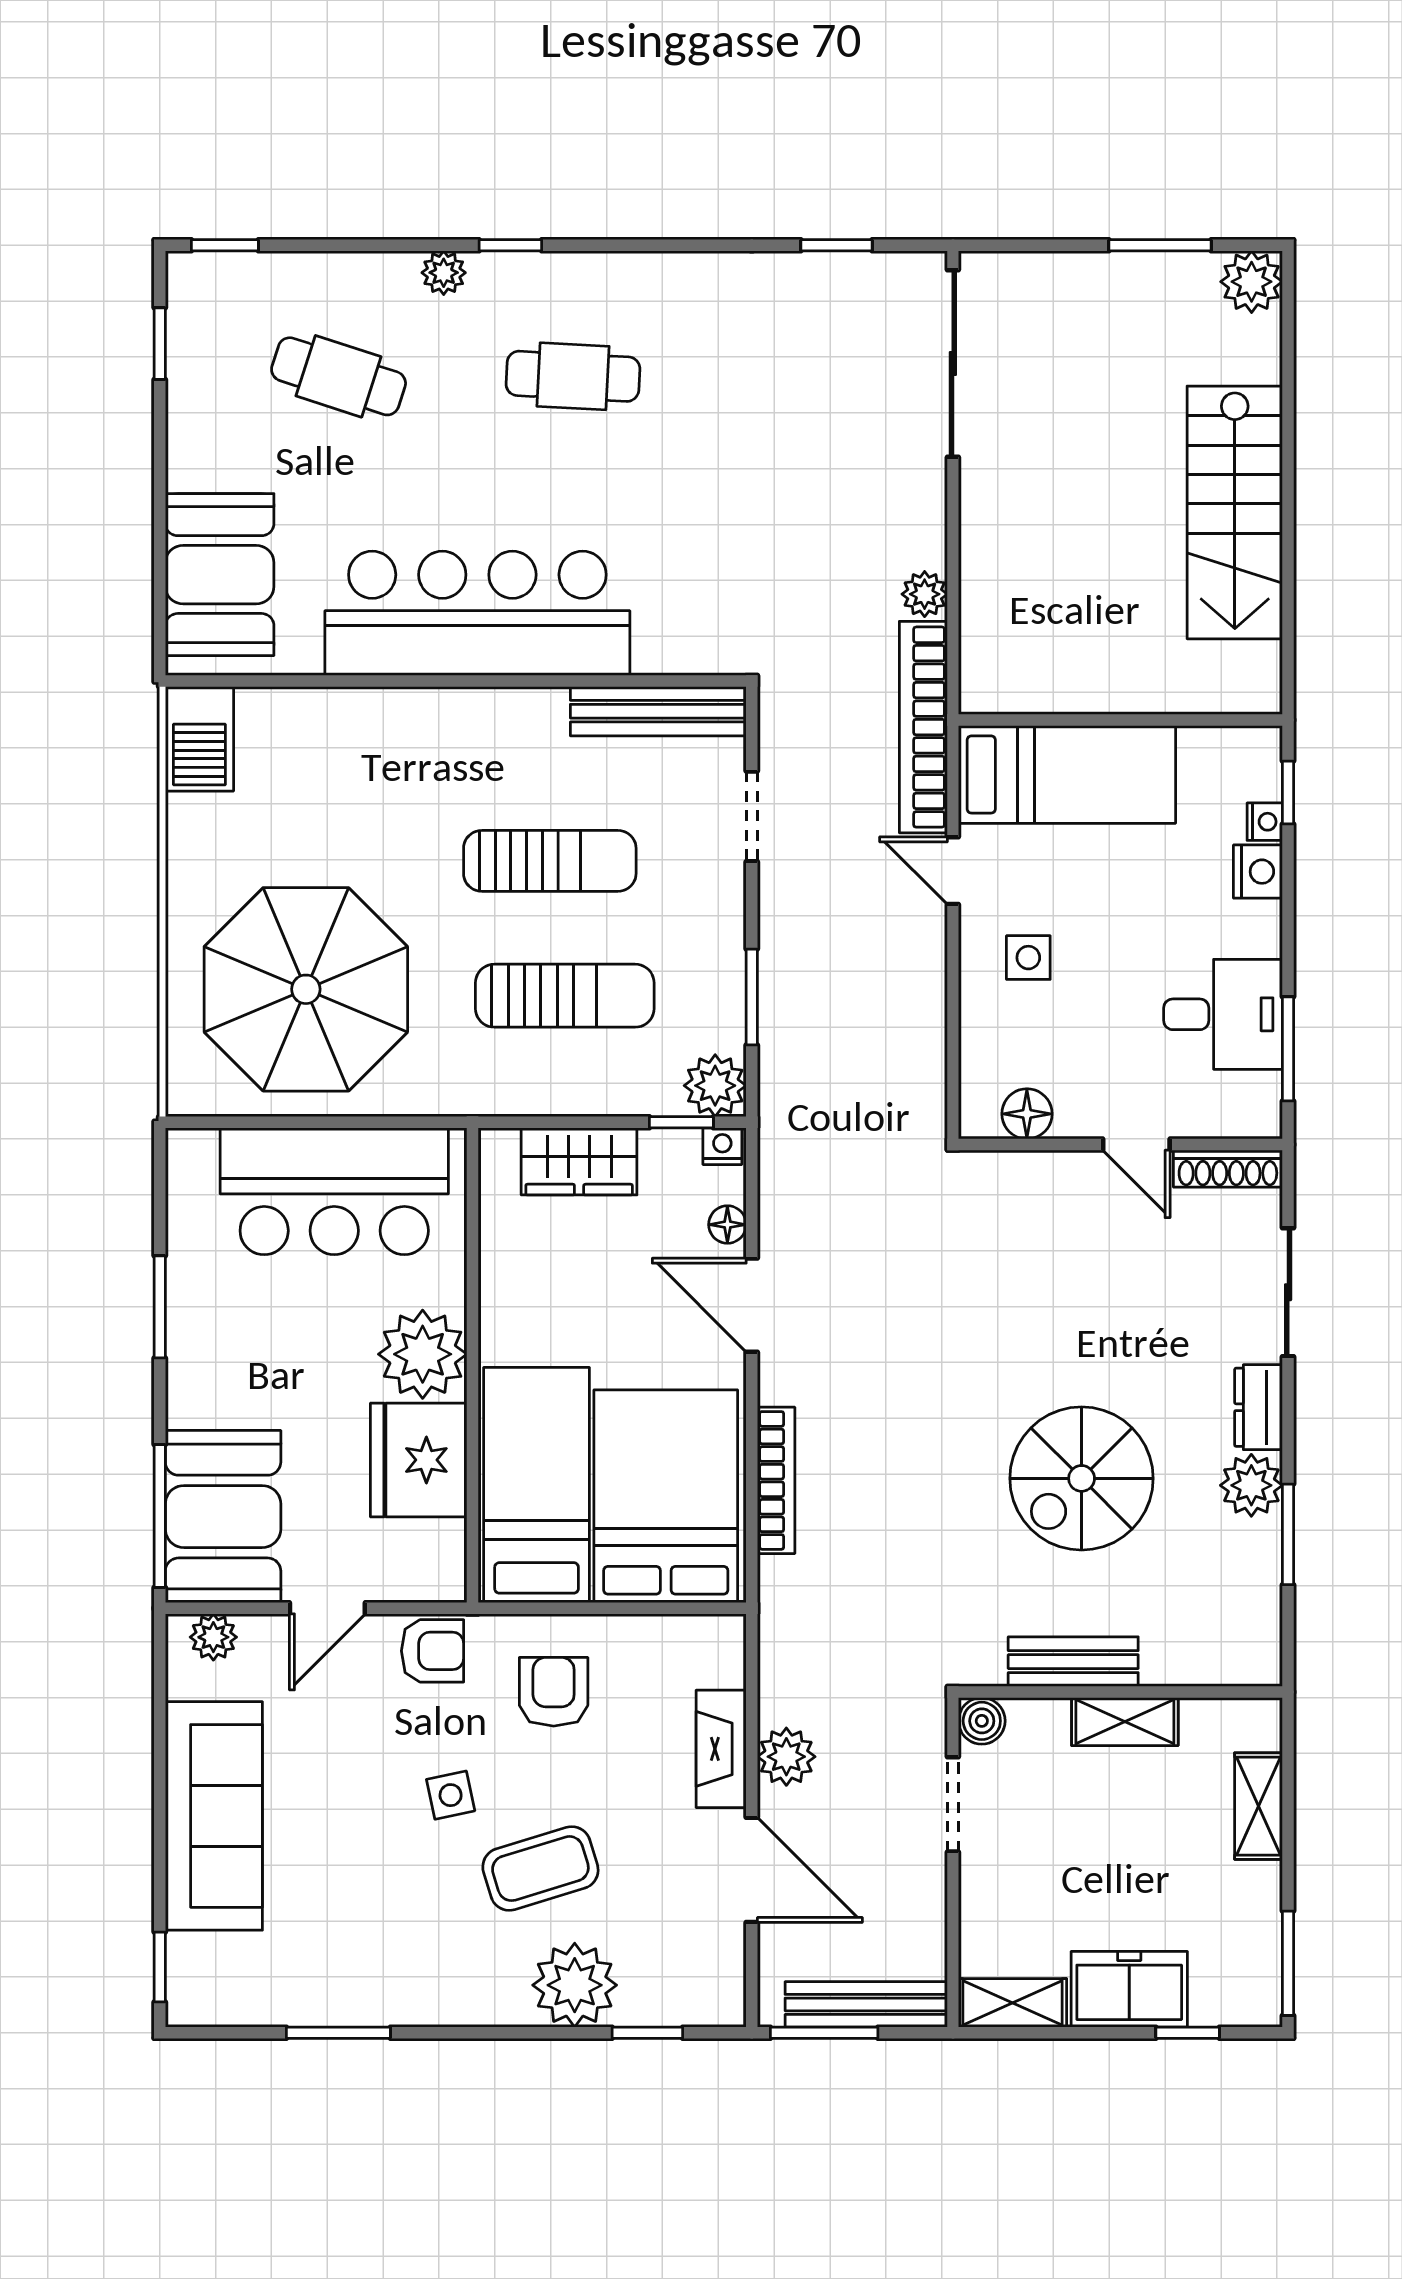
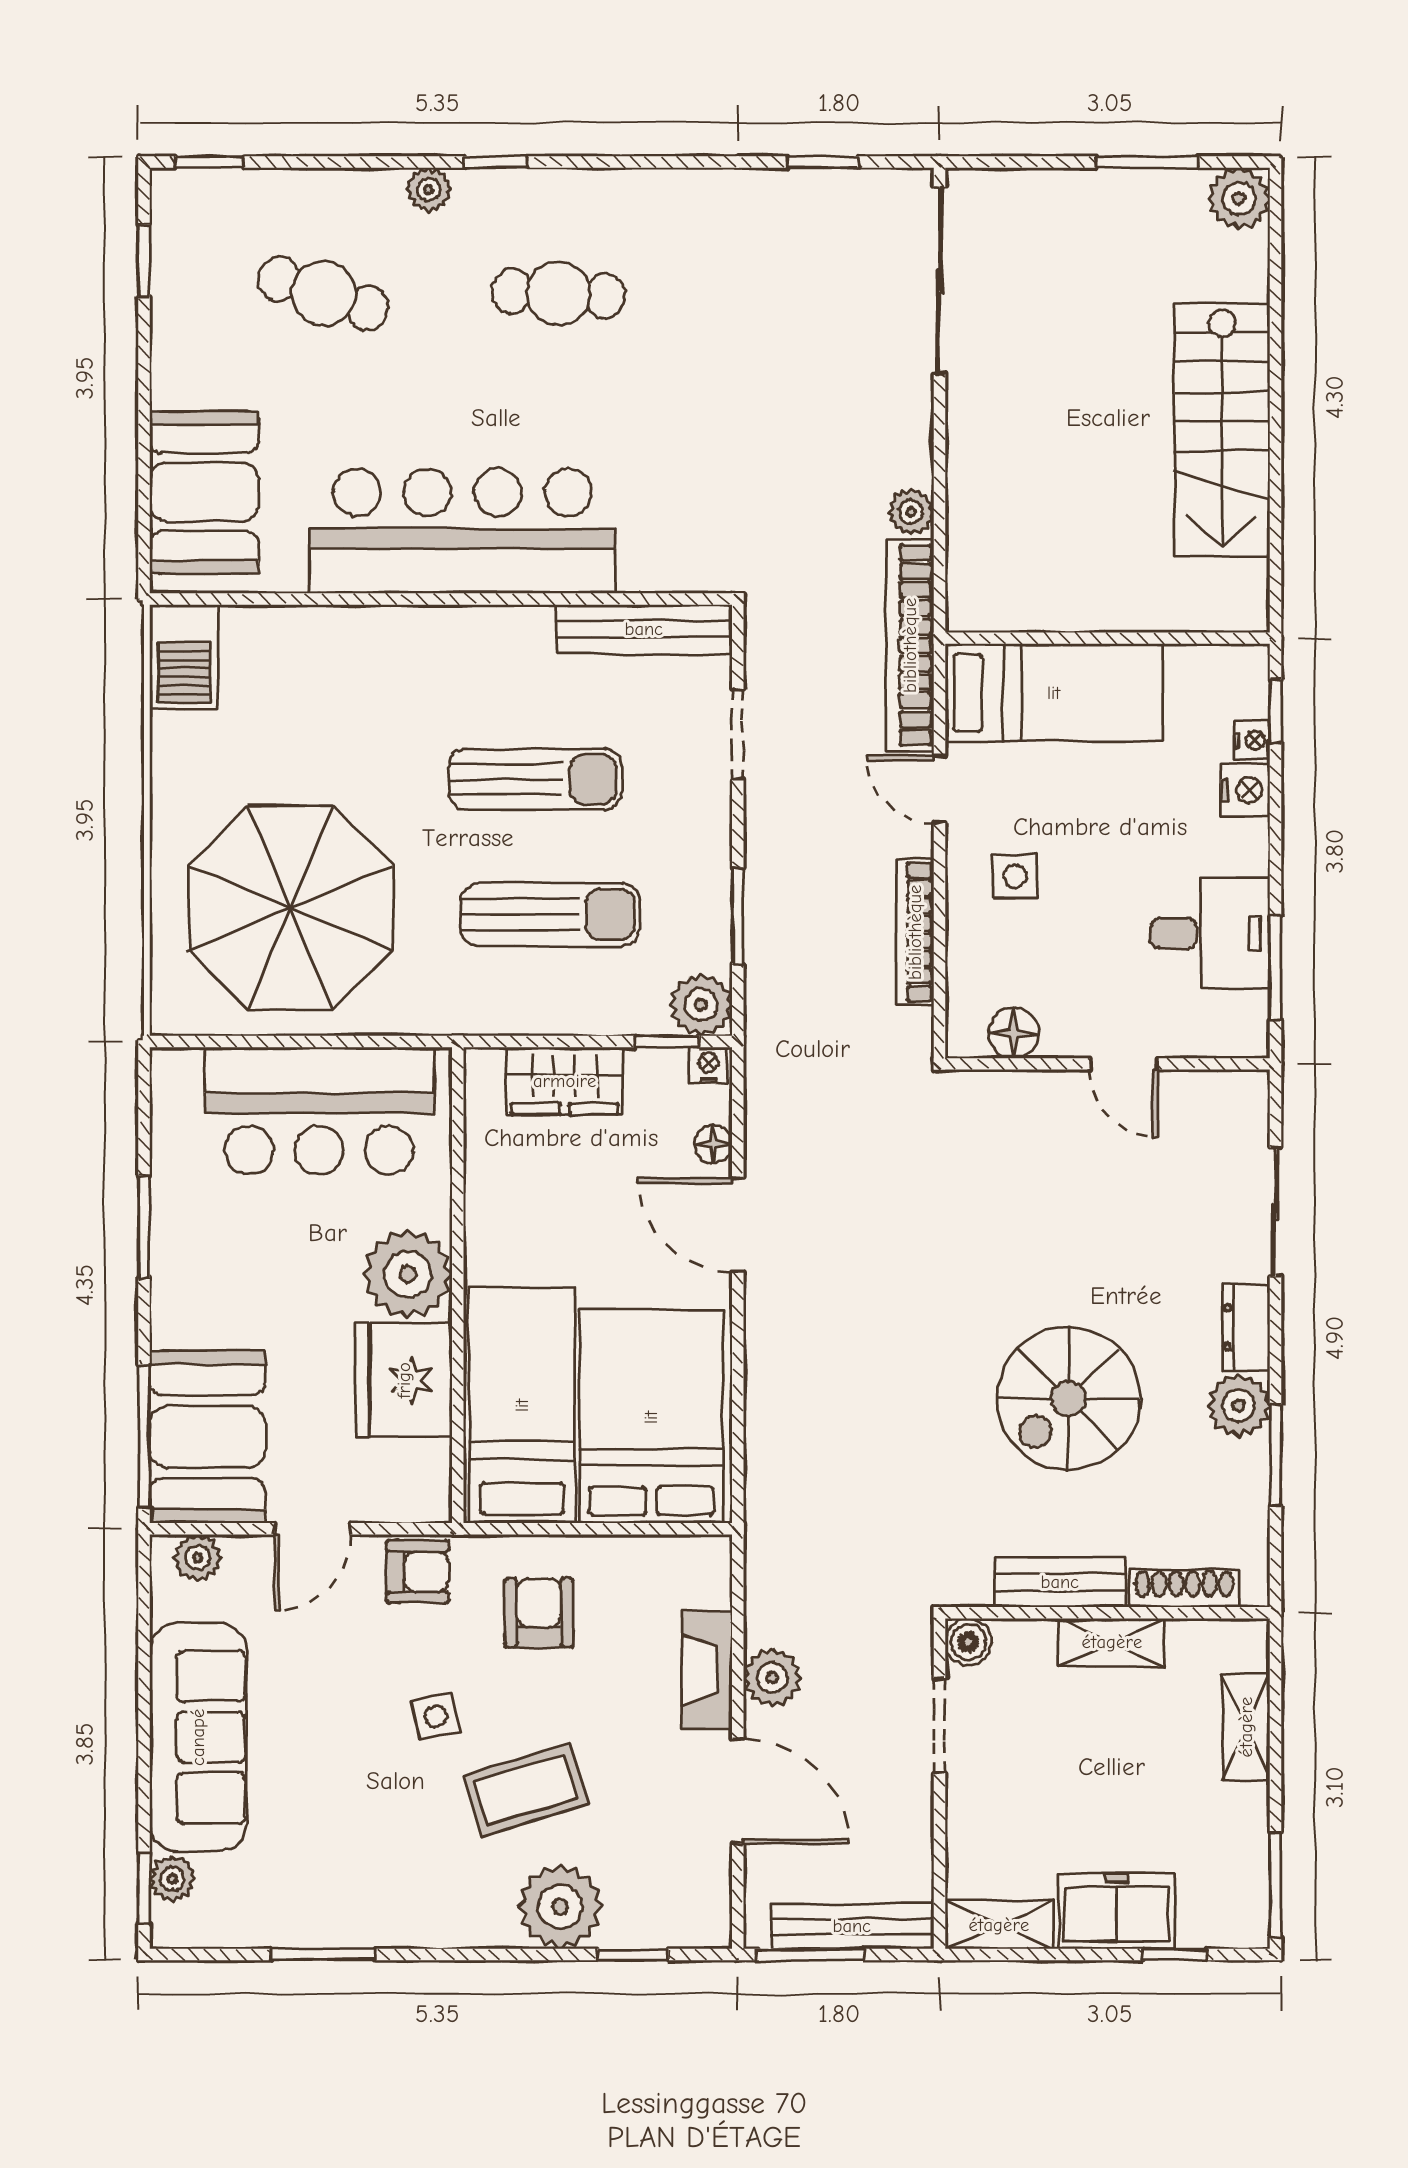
shoe rack: (1228, 1169) -> (1184, 1589), moved, turned 180
bookcase: (776, 1480) -> (915, 932), moved, turned 180
plant: (188, 1957) -> (172, 1879), added

